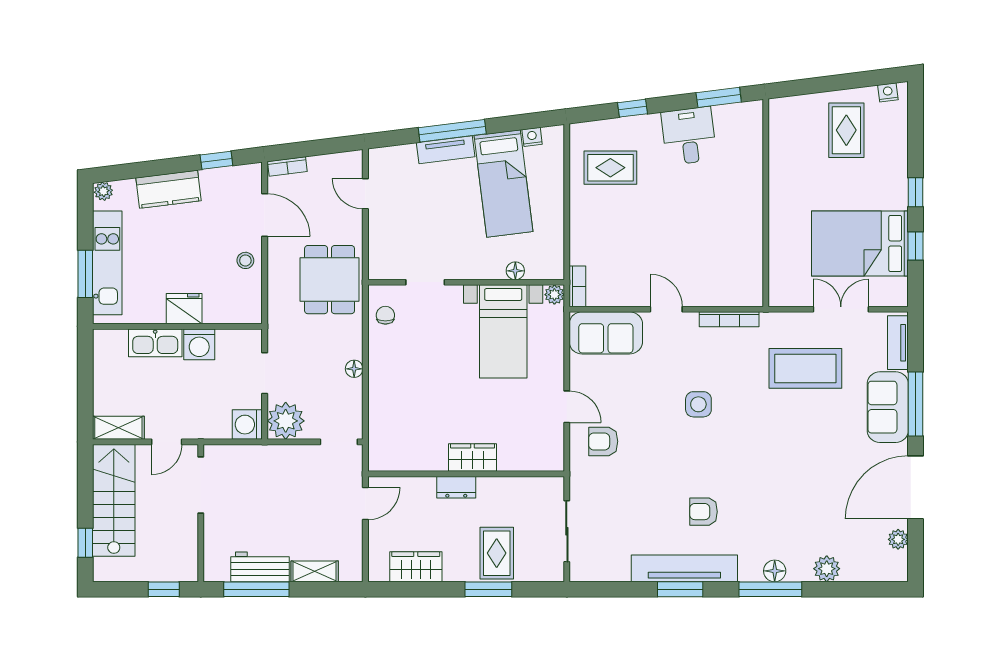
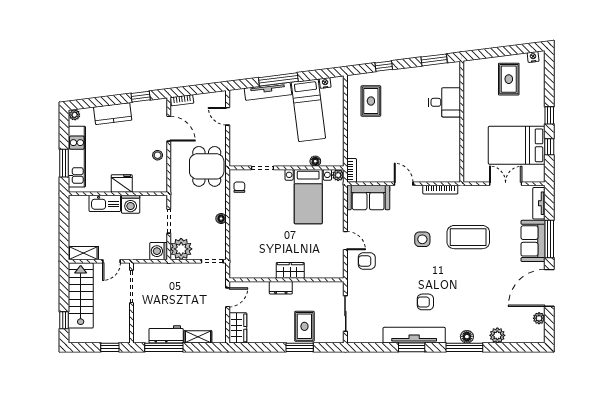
desk: (689, 136) -> (444, 102), moved, turned 97
tv unit: (446, 150) -> (268, 91), width x1.41
rug: (610, 168) -> (371, 101), turned 90
coffee table: (805, 368) -> (468, 237), moved
wardrobe: (416, 567) -> (238, 328), moved, turned 90

